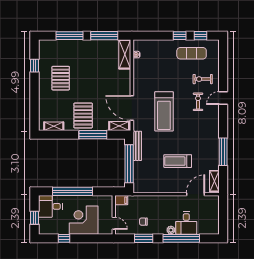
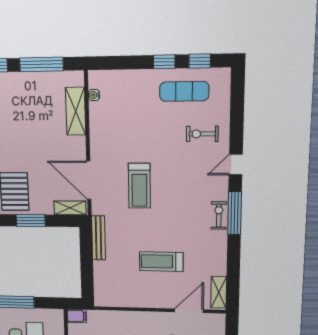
shelving: (125, 54) -> (76, 111), moved
exercise bike: (198, 102) -> (219, 215), moved
treadmill: (164, 111) -> (139, 186), width x0.73, depth x0.73
window: (93, 135) -> (31, 221), width x0.69
window: (223, 152) -> (235, 213), moved
window: (129, 164) -> (87, 264), removed

